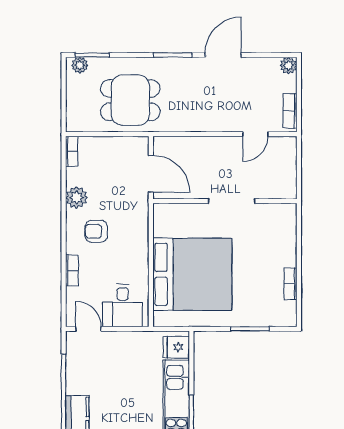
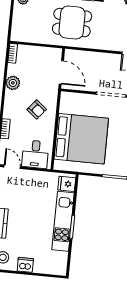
dining table: (130, 100) -> (72, 23), moved
armchair: (96, 231) -> (37, 109), moved, turned -141

